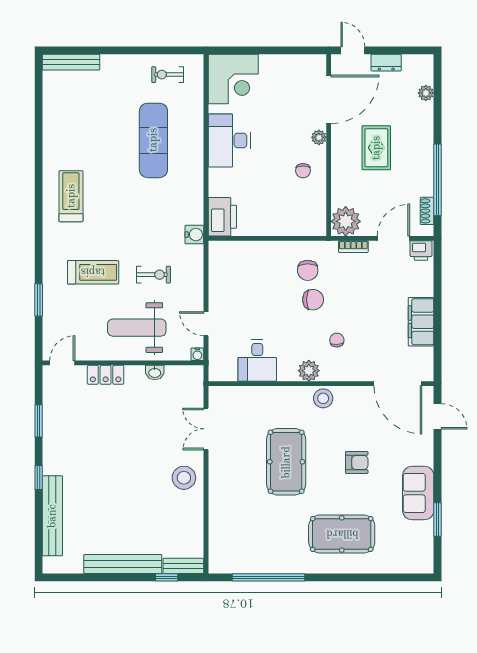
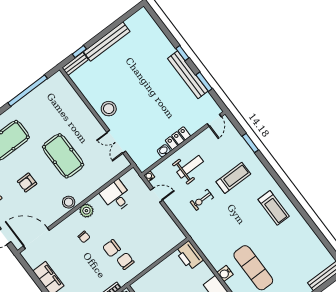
water cooler: (194, 235) -> (225, 273), moved
treadmill: (93, 272) -> (233, 178), turned 180
weight bench: (137, 328) -> (190, 167), width x0.73, depth x0.75
locker: (106, 375) -> (178, 138), moved
double door: (206, 429) -> (116, 142), swing flipped
bench: (52, 516) -> (188, 75), moved

